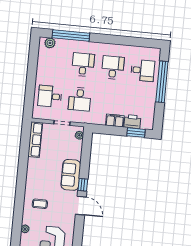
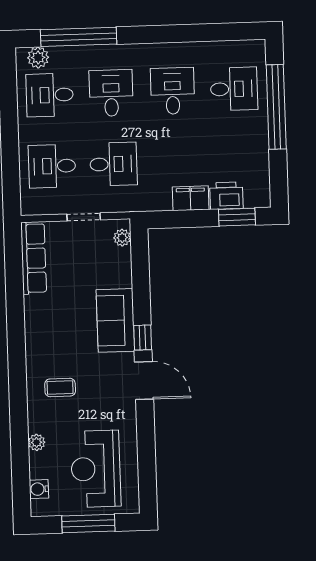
desk: (53, 62) -> (50, 95), added
desk: (80, 99) -> (113, 164), turned -90

